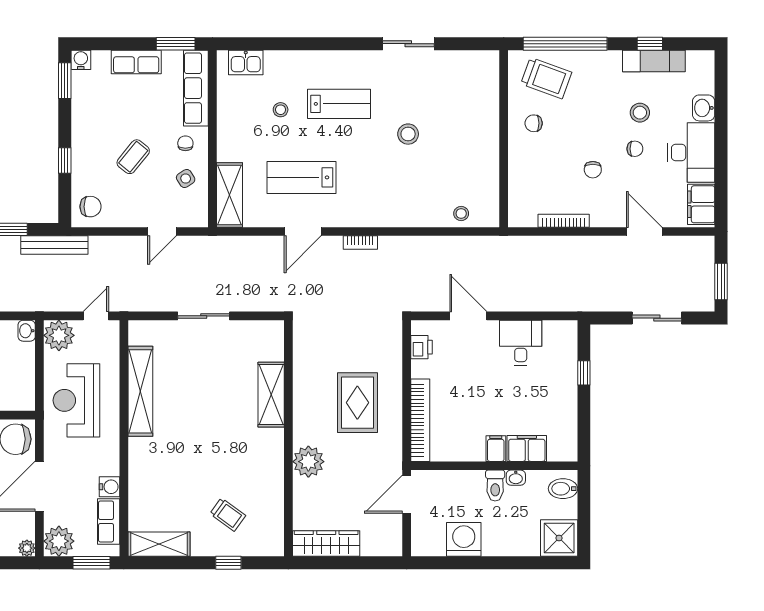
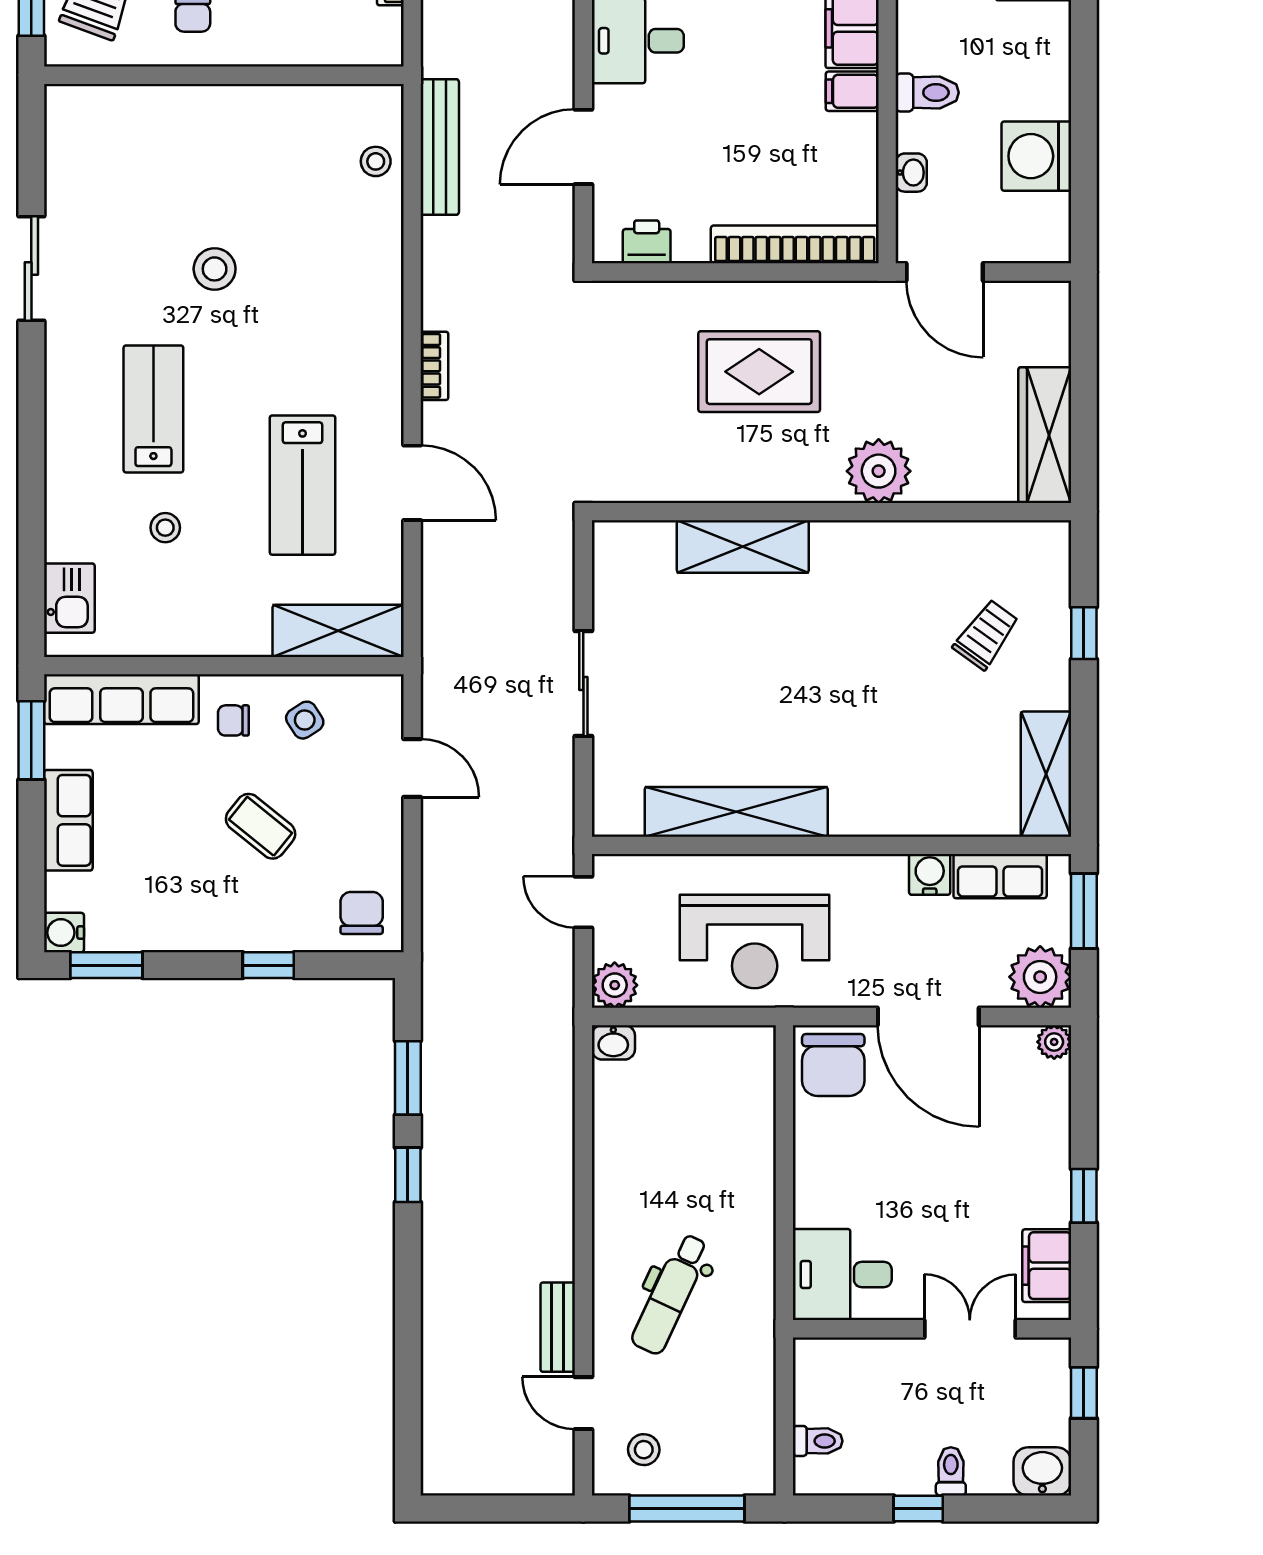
bench: (54, 245) -> (440, 147), moved
plant: (59, 335) -> (615, 985), width x0.73, depth x0.73
washbasin: (516, 478) -> (911, 173), moved

